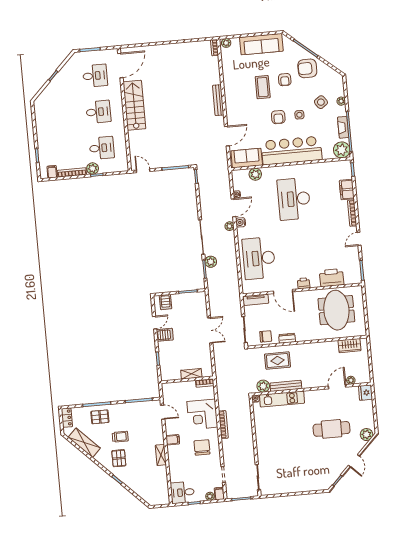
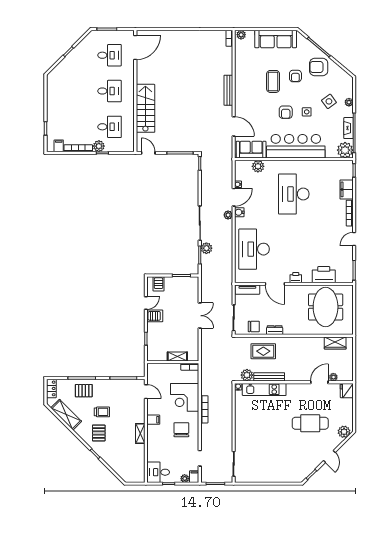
stairs: (134, 105) -> (145, 108), moved
door: (227, 136) -> (234, 126), hinge flipped

